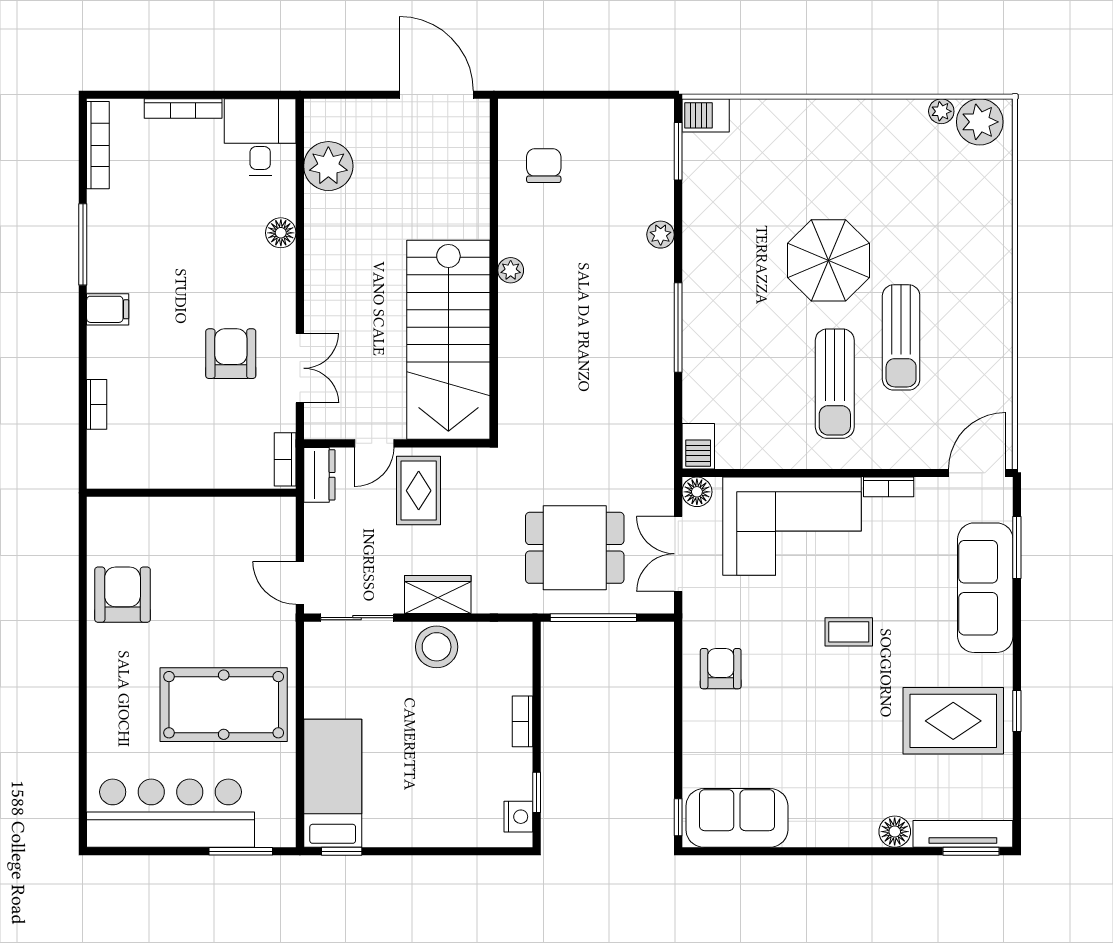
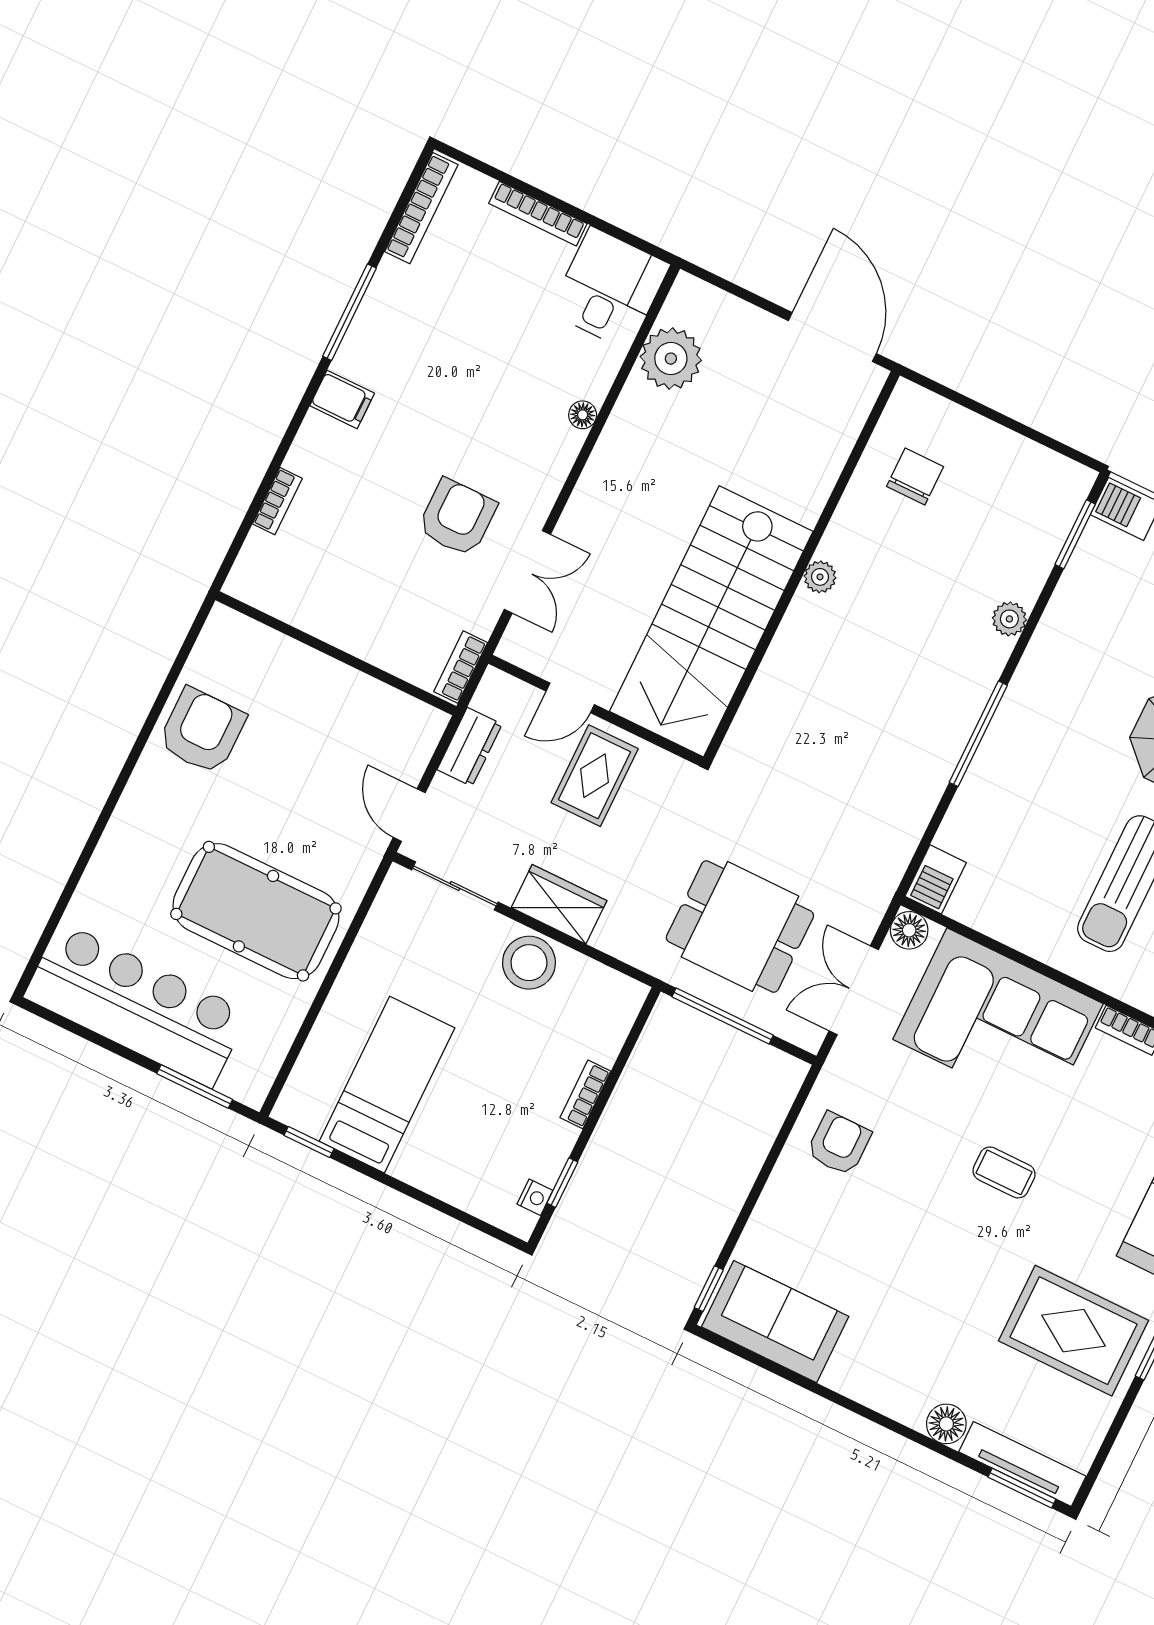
floor lamp: (281, 233) -> (583, 415), width x0.73, depth x0.73
dresser: (319, 475) -> (470, 747), moved
bed: (333, 783) -> (387, 1085), moved
nightstand: (518, 817) -> (535, 1197), width x0.72, depth x0.74

